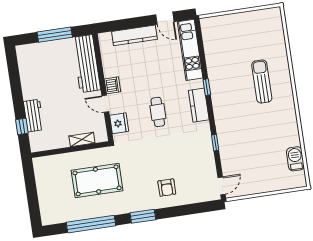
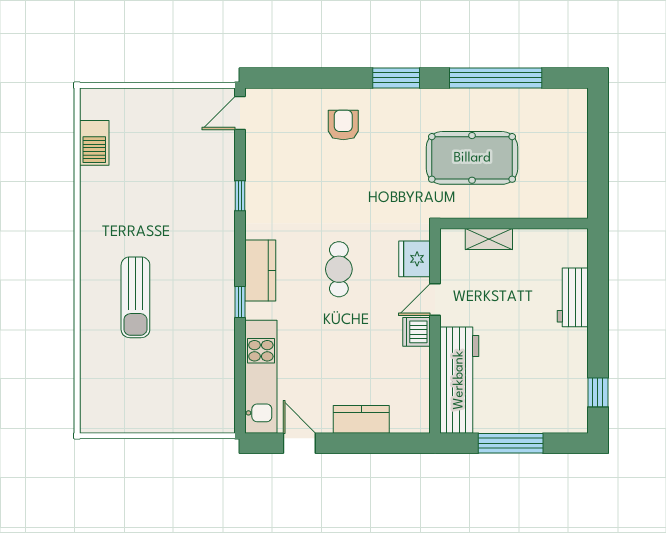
kitchen counter: (134, 35) -> (361, 419), width x0.67
door: (105, 104) -> (435, 299), swing flipped
window: (22, 126) -> (598, 392), moved

